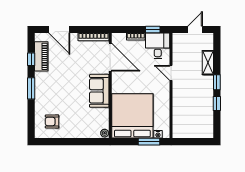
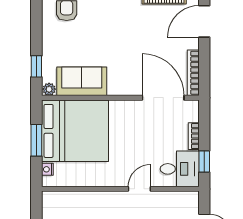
door: (110, 57) -> (163, 98), swing flipped
sofa: (99, 91) -> (82, 81), moved
window: (89, 142) -> (36, 66), added
window: (149, 142) -> (36, 140), moved

